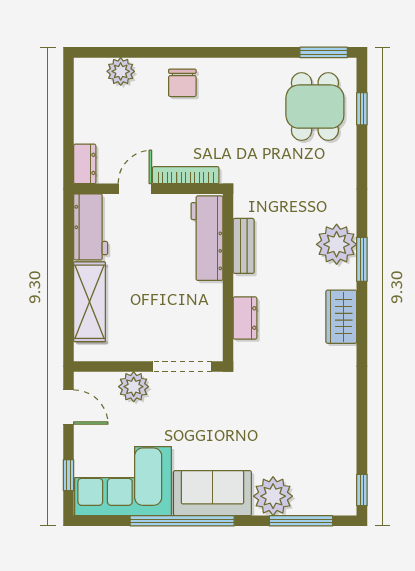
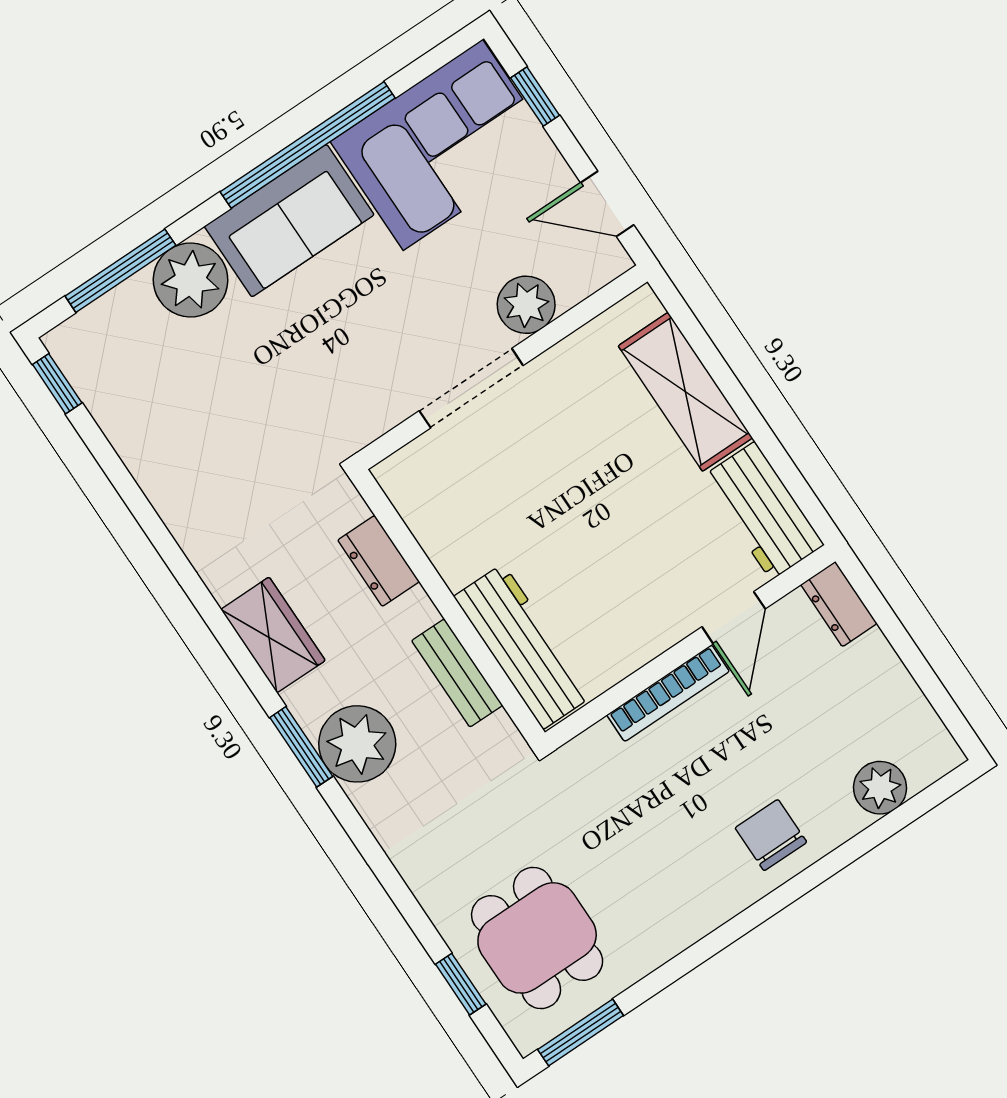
workbench: (207, 238) -> (523, 646), moved
bench: (244, 246) -> (457, 673), moved
wall: (228, 278) -> (448, 607), moved
dresser: (245, 318) -> (379, 561), moved

